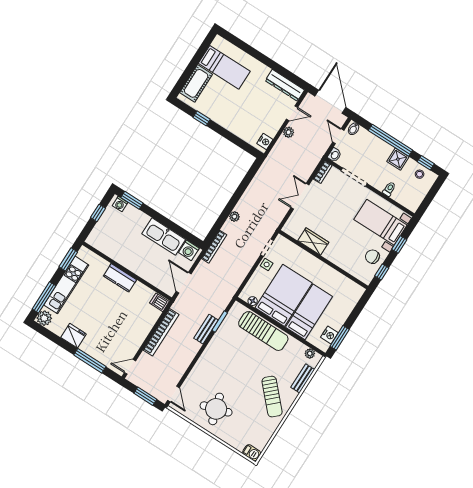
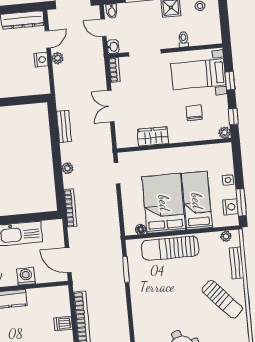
nightstand: (265, 141) -> (41, 60), moved
washing machine: (189, 250) -> (26, 276), moved, turned 180
chair: (372, 257) -> (194, 113), moved, turned 90
side table: (267, 264) -> (228, 180), moved
plant: (367, 279) -> (225, 133), added
dishwasher: (159, 302) -> (63, 324), moved
bench: (206, 329) -> (64, 126), moved
sun lounger: (263, 331) -> (170, 248), turned 180

